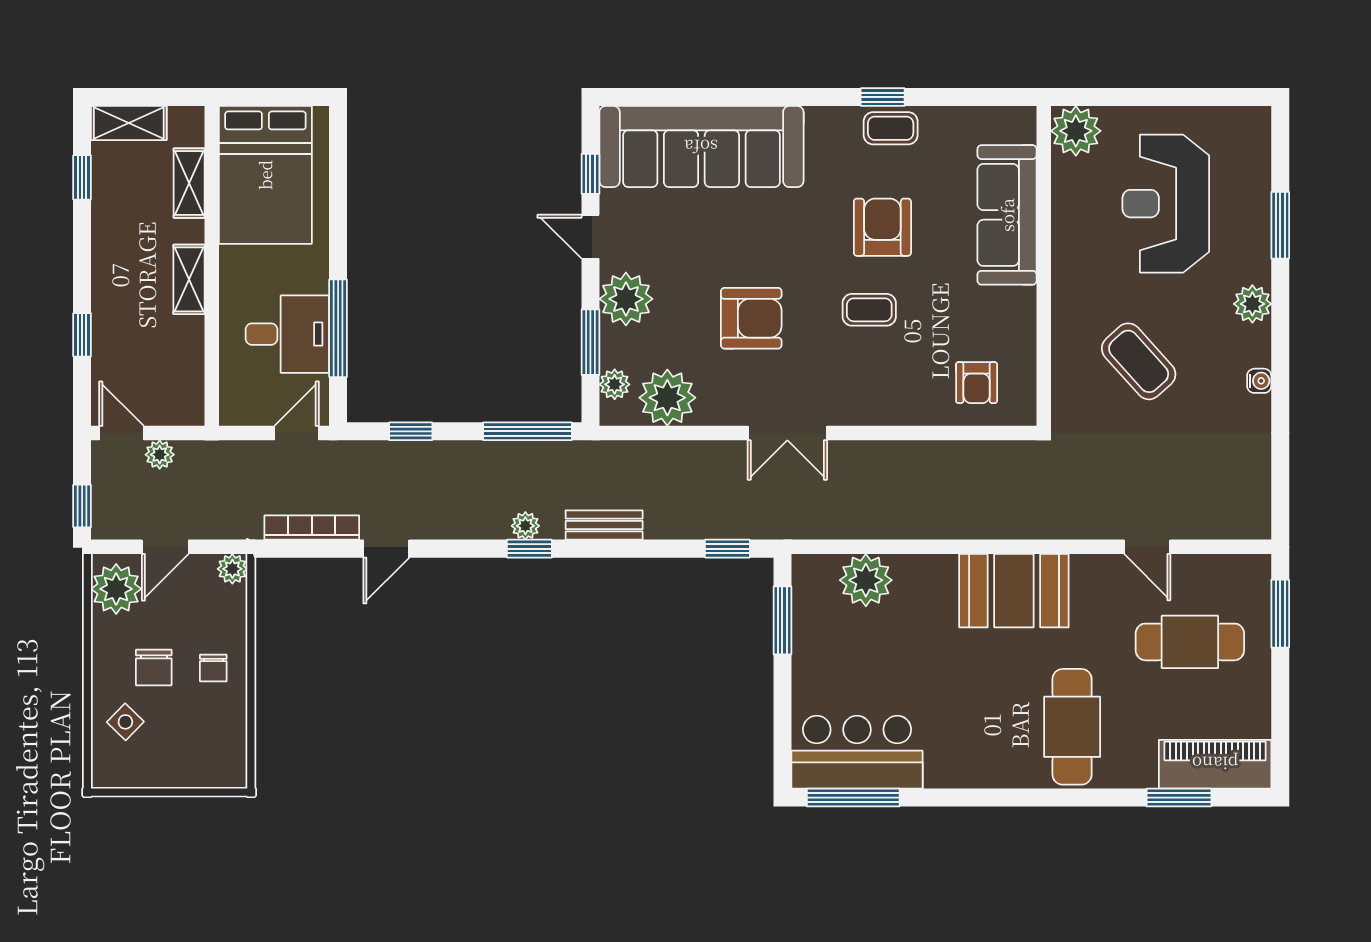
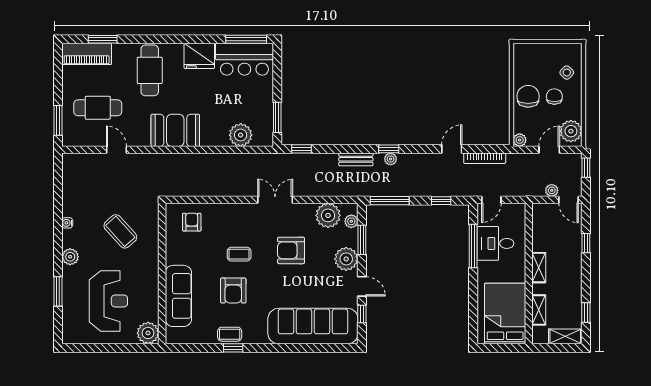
chair: (213, 668) -> (528, 96), width x1.87, depth x1.87
fridge: (960, 760) -> (199, 56), added

